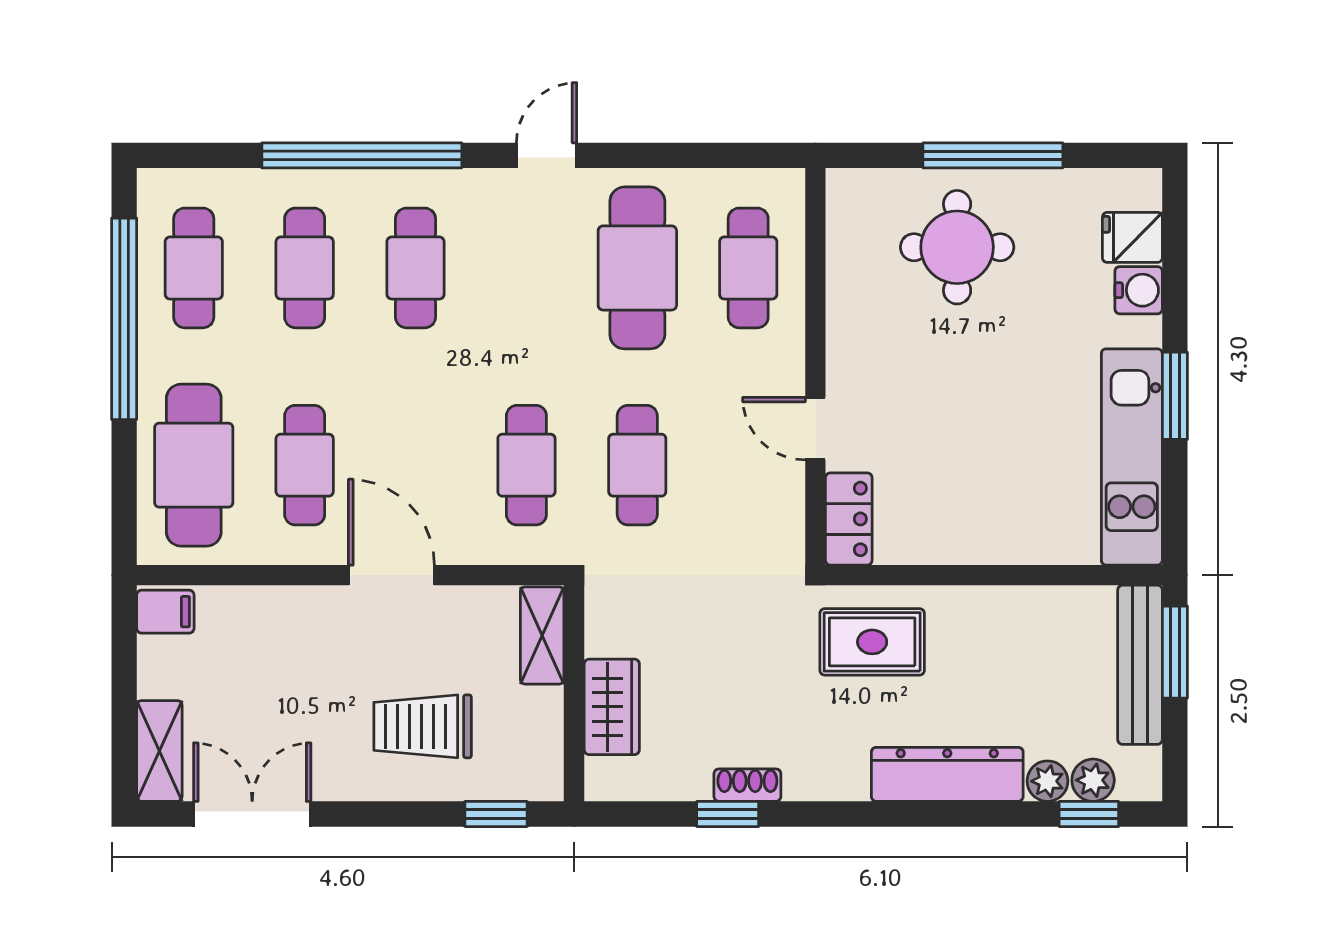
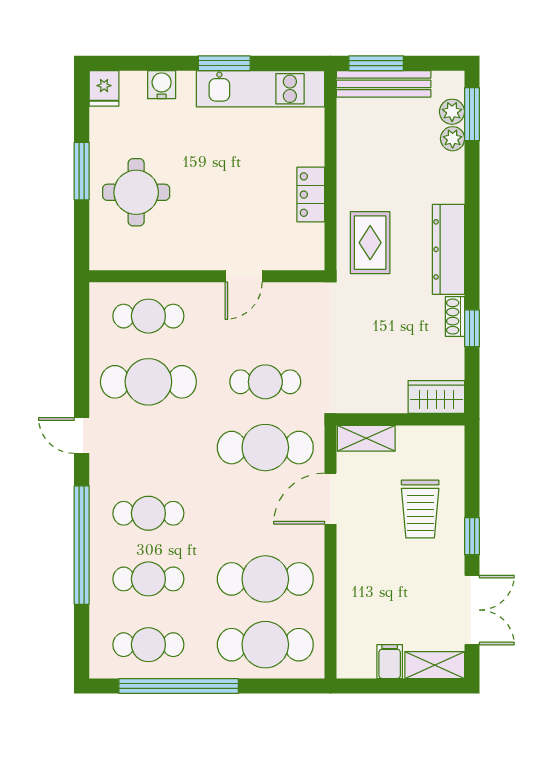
window: (993, 155) -> (82, 171), width x0.69
fridge: (1132, 237) -> (104, 88), moved
cafe table: (305, 465) -> (265, 579), width x1.37, depth x1.35
cafe table: (526, 465) -> (265, 448), width x1.37, depth x1.35
locker: (849, 519) -> (311, 195), moved, turned -90
door: (391, 575) -> (330, 499), moved
filing cabinet: (165, 612) -> (390, 662), moved
wardrobe: (612, 707) -> (436, 397), moved
dresser: (947, 774) -> (449, 249), moved
double door: (252, 814) -> (472, 610), swing flipped
window: (496, 814) -> (472, 536), moved
window: (1089, 814) -> (472, 114), width x1.50

